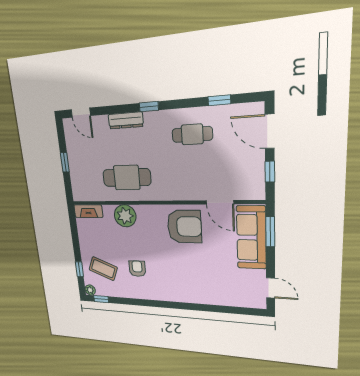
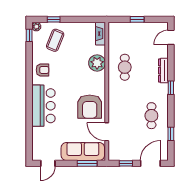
cafe table: (127, 178) -> (125, 67), width x0.73, depth x0.74
door: (220, 202) -> (107, 132), hinge flipped
armchair: (137, 269) -> (43, 70), moved
bar counter: (187, 288) -> (43, 106), added

